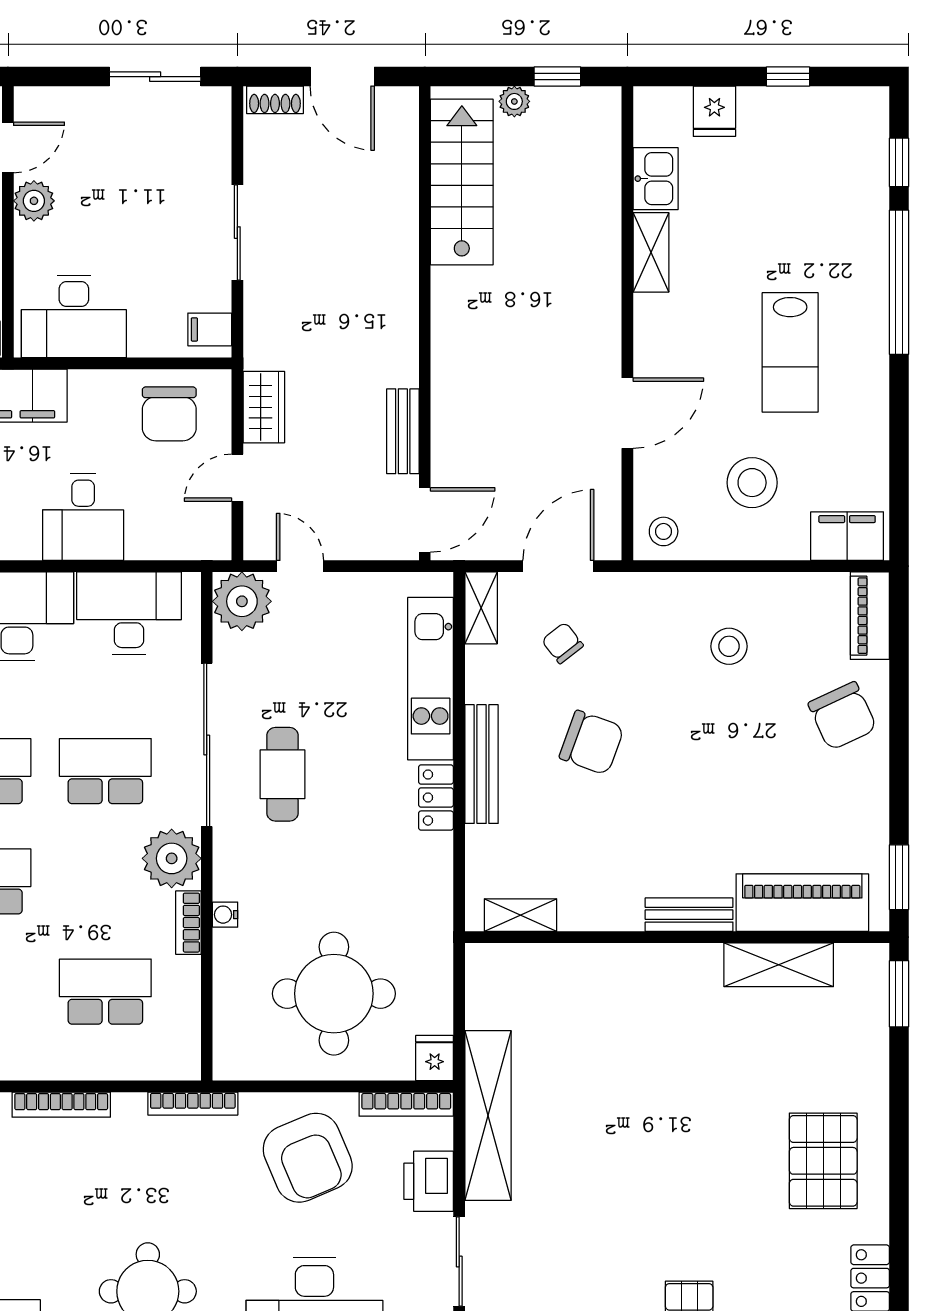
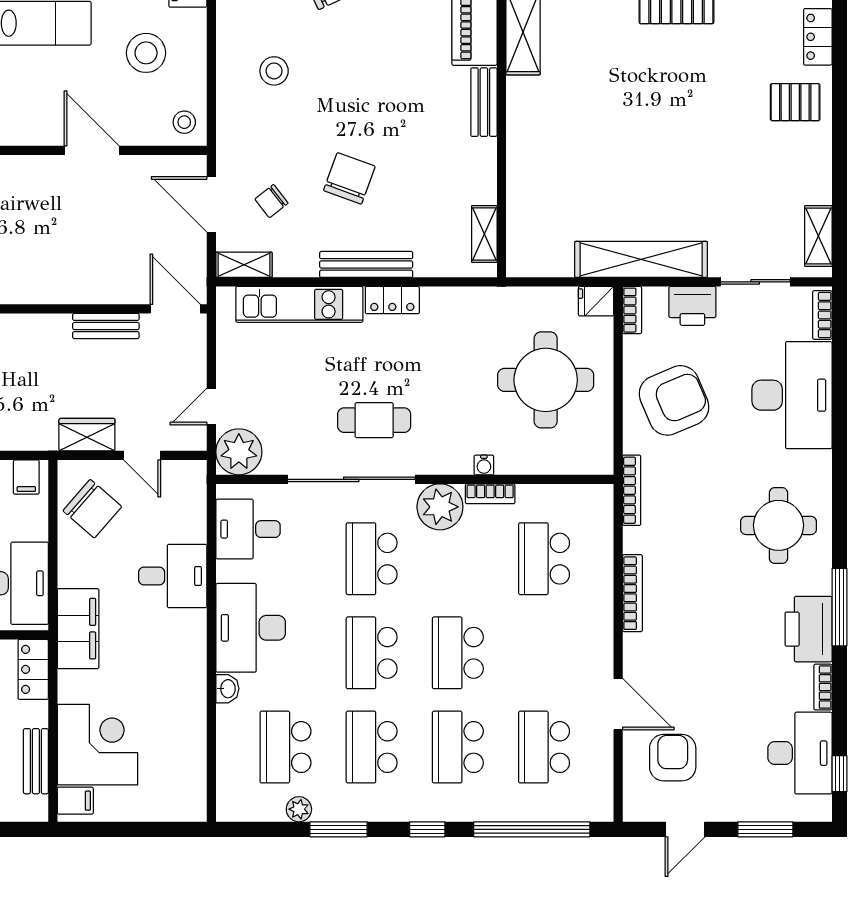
chair: (169, 414) -> (92, 509), turned 41
desk: (129, 613) -> (248, 529), width x0.73
bookcase: (406, 1104) -> (632, 310), width x0.64

